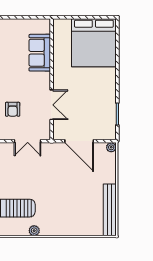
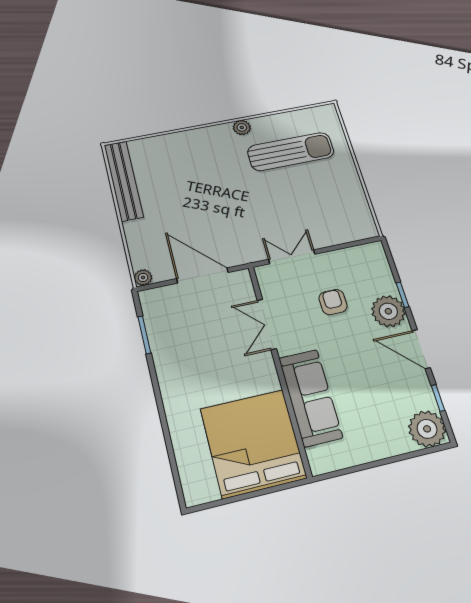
bed: (94, 43) -> (253, 443), moved
sofa: (40, 53) -> (310, 398), width x1.36

